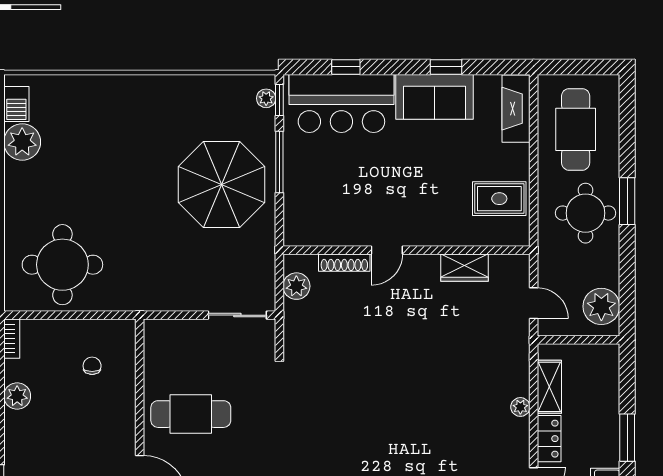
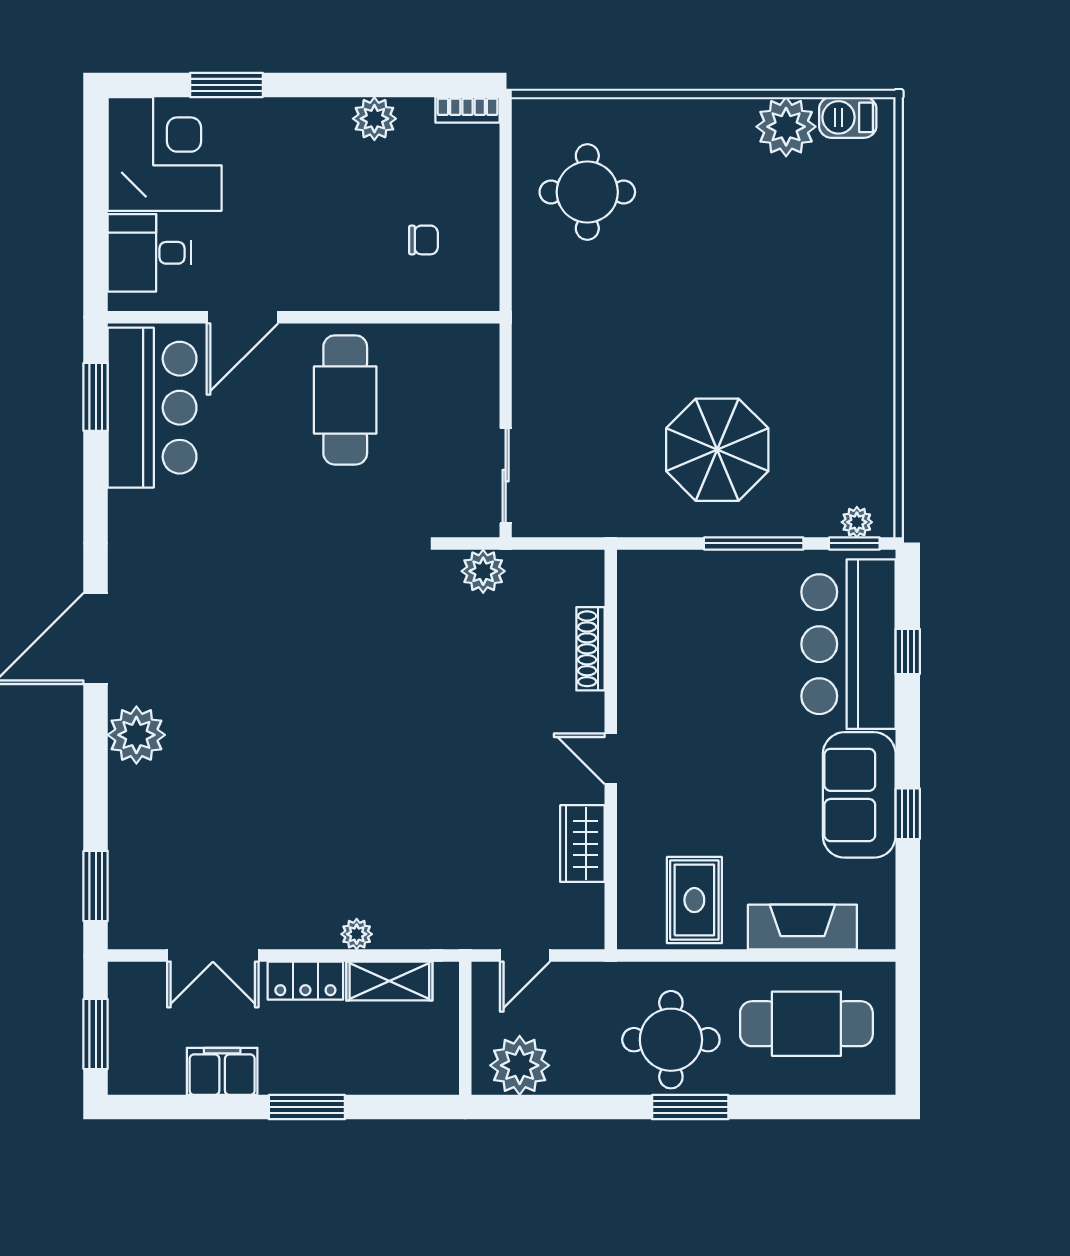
fireplace: (516, 109) -> (802, 927), moved
parasol: (221, 185) -> (717, 450), width x0.73, depth x0.73
door: (387, 250) -> (611, 759), moved
round table: (62, 265) -> (587, 192), width x0.73, depth x0.73
plant: (296, 286) -> (483, 571), moved

